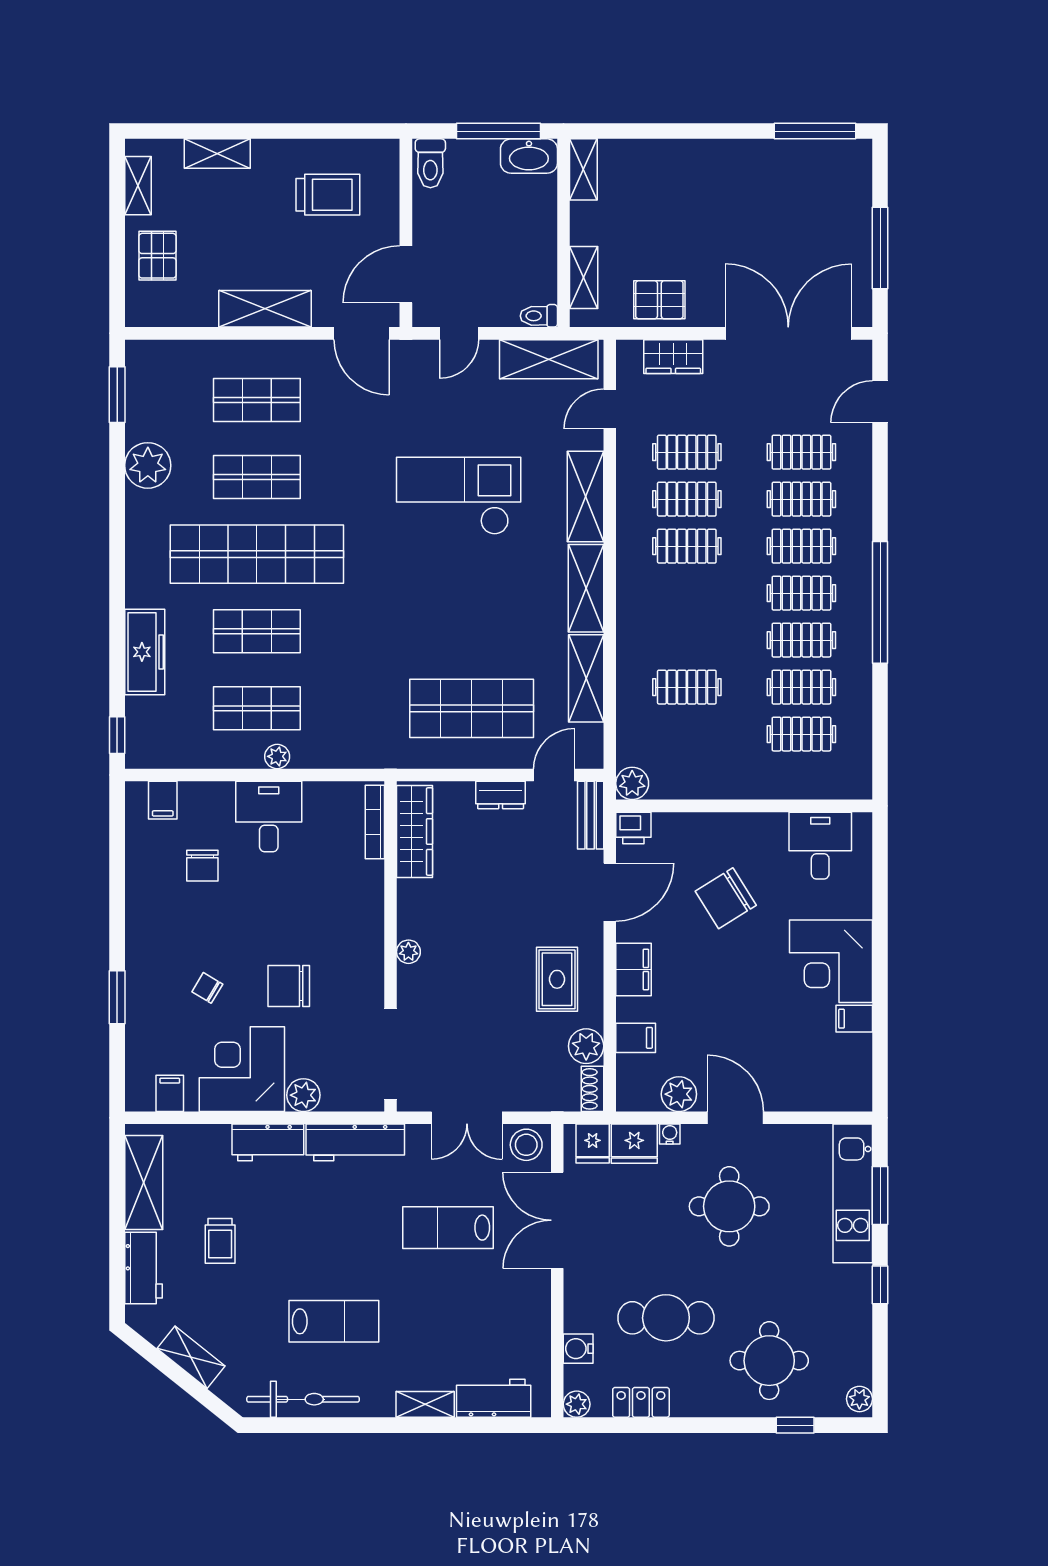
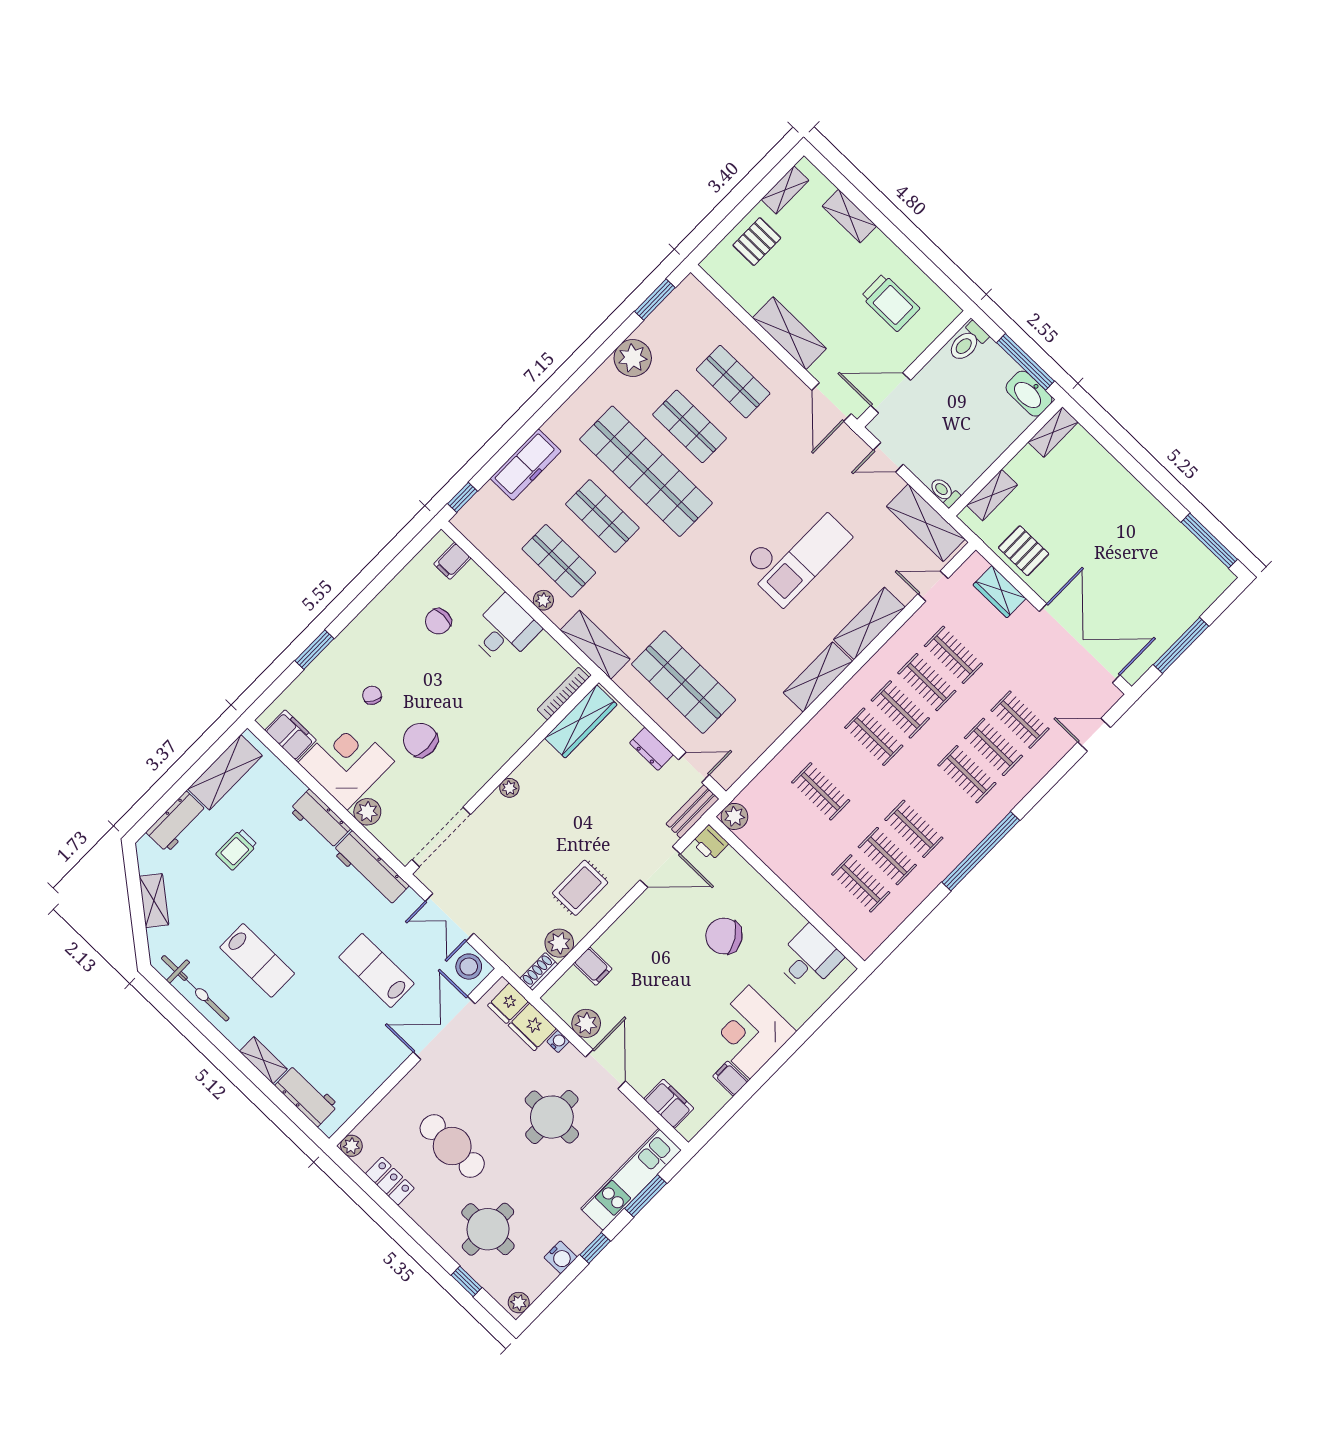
checkout: (459, 496) -> (796, 551), turned 90
clothes rail: (801, 593) -> (874, 737), moved
shelving: (586, 678) -> (595, 645), moved, turned 90
filing cabinet: (634, 970) -> (669, 1104), moved, turned -90
filing cabinet: (170, 1093) -> (291, 735), width x2.00
water cooler: (578, 1349) -> (561, 1257), moved, turned 180

